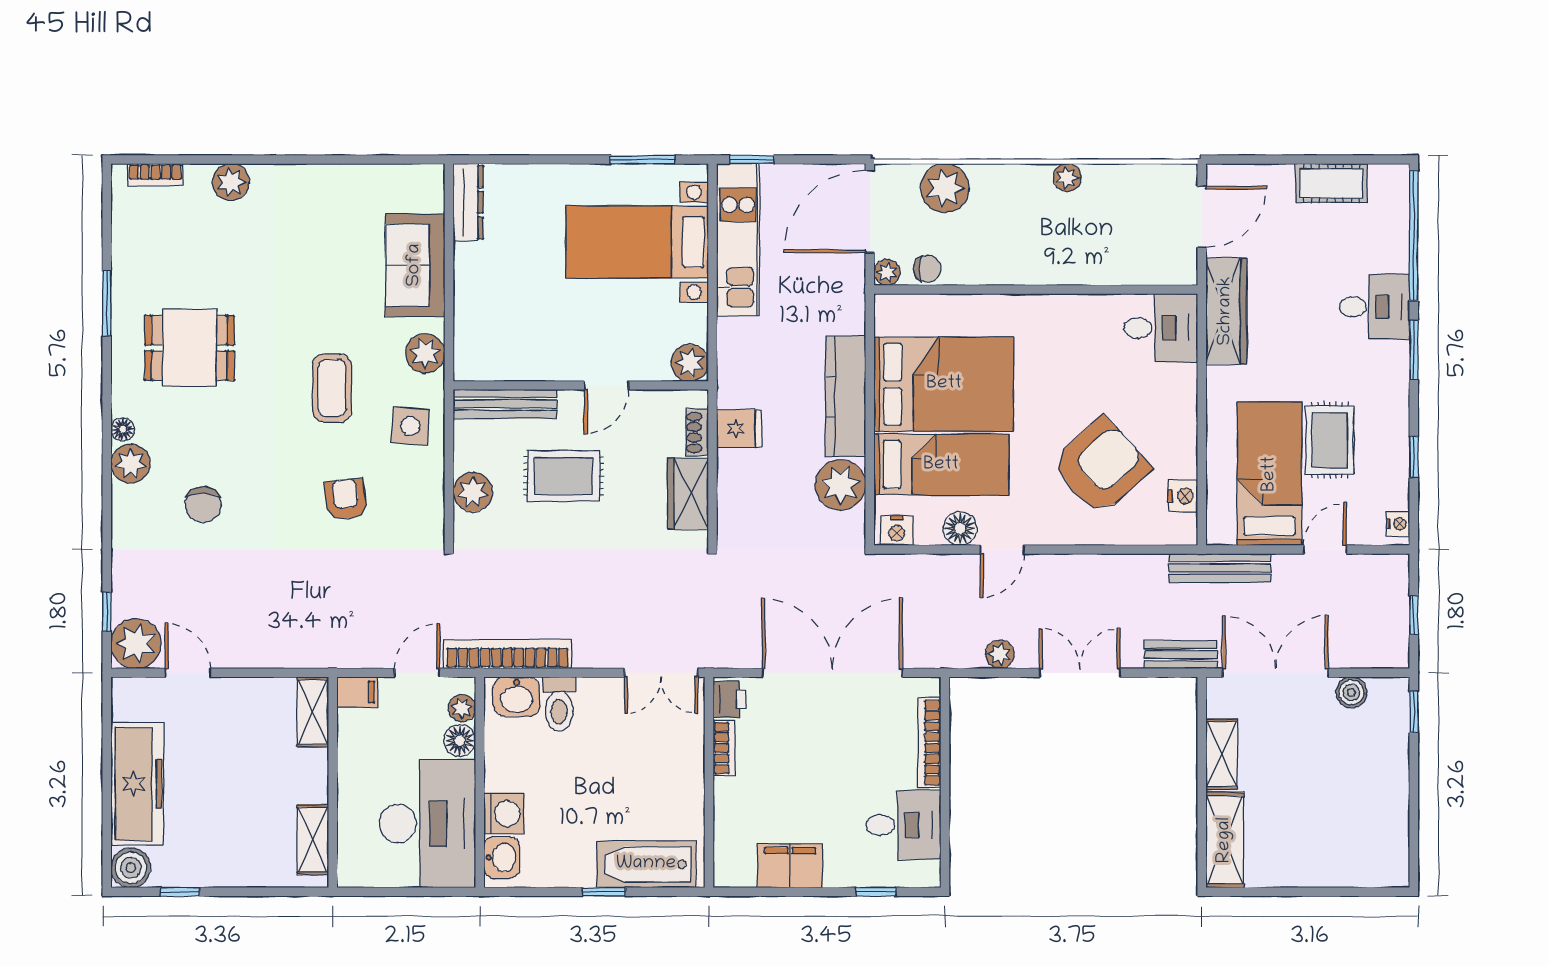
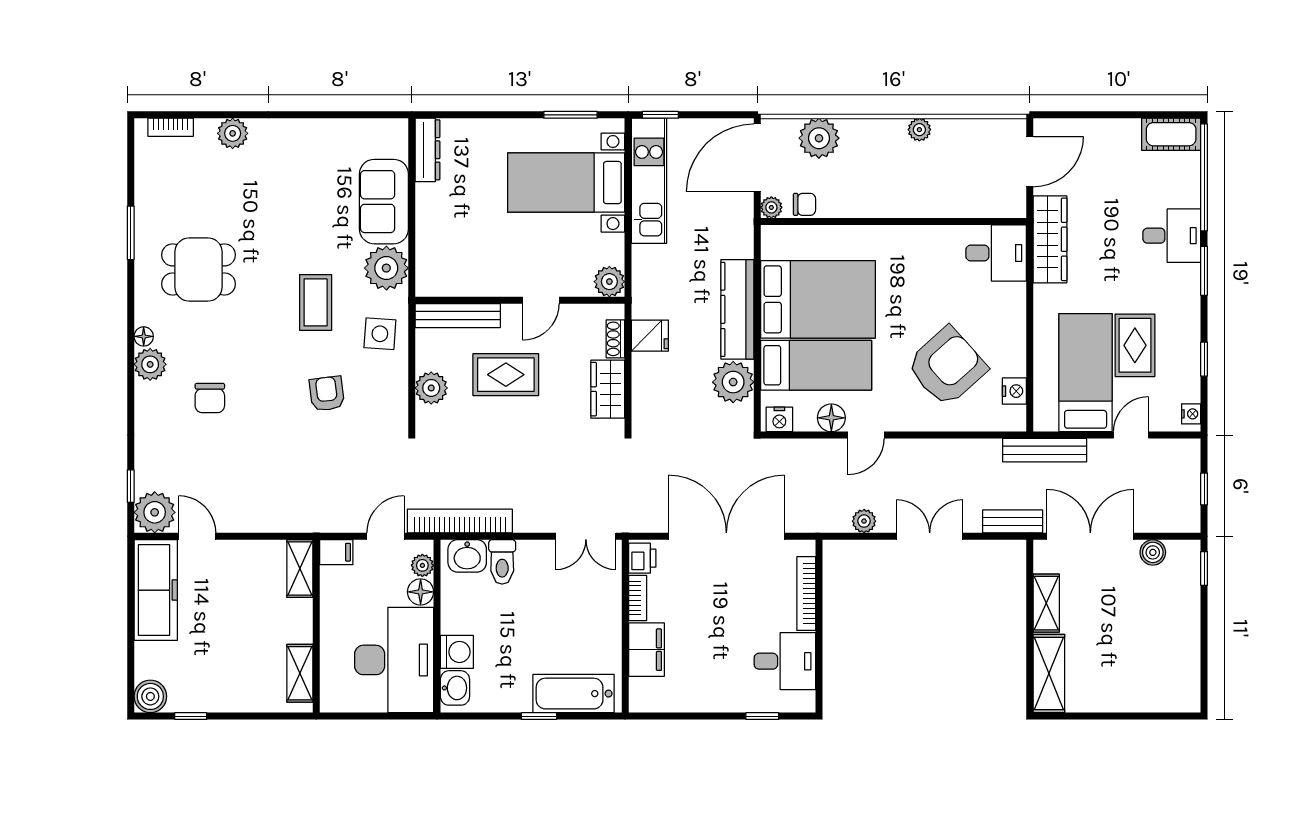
cot: (1331, 183) -> (1171, 134), moved
plant: (425, 353) -> (386, 268), width x1.36, depth x1.36
freezer: (137, 784) -> (156, 590), moved
filing cabinet: (790, 866) -> (646, 650), moved, turned 90

